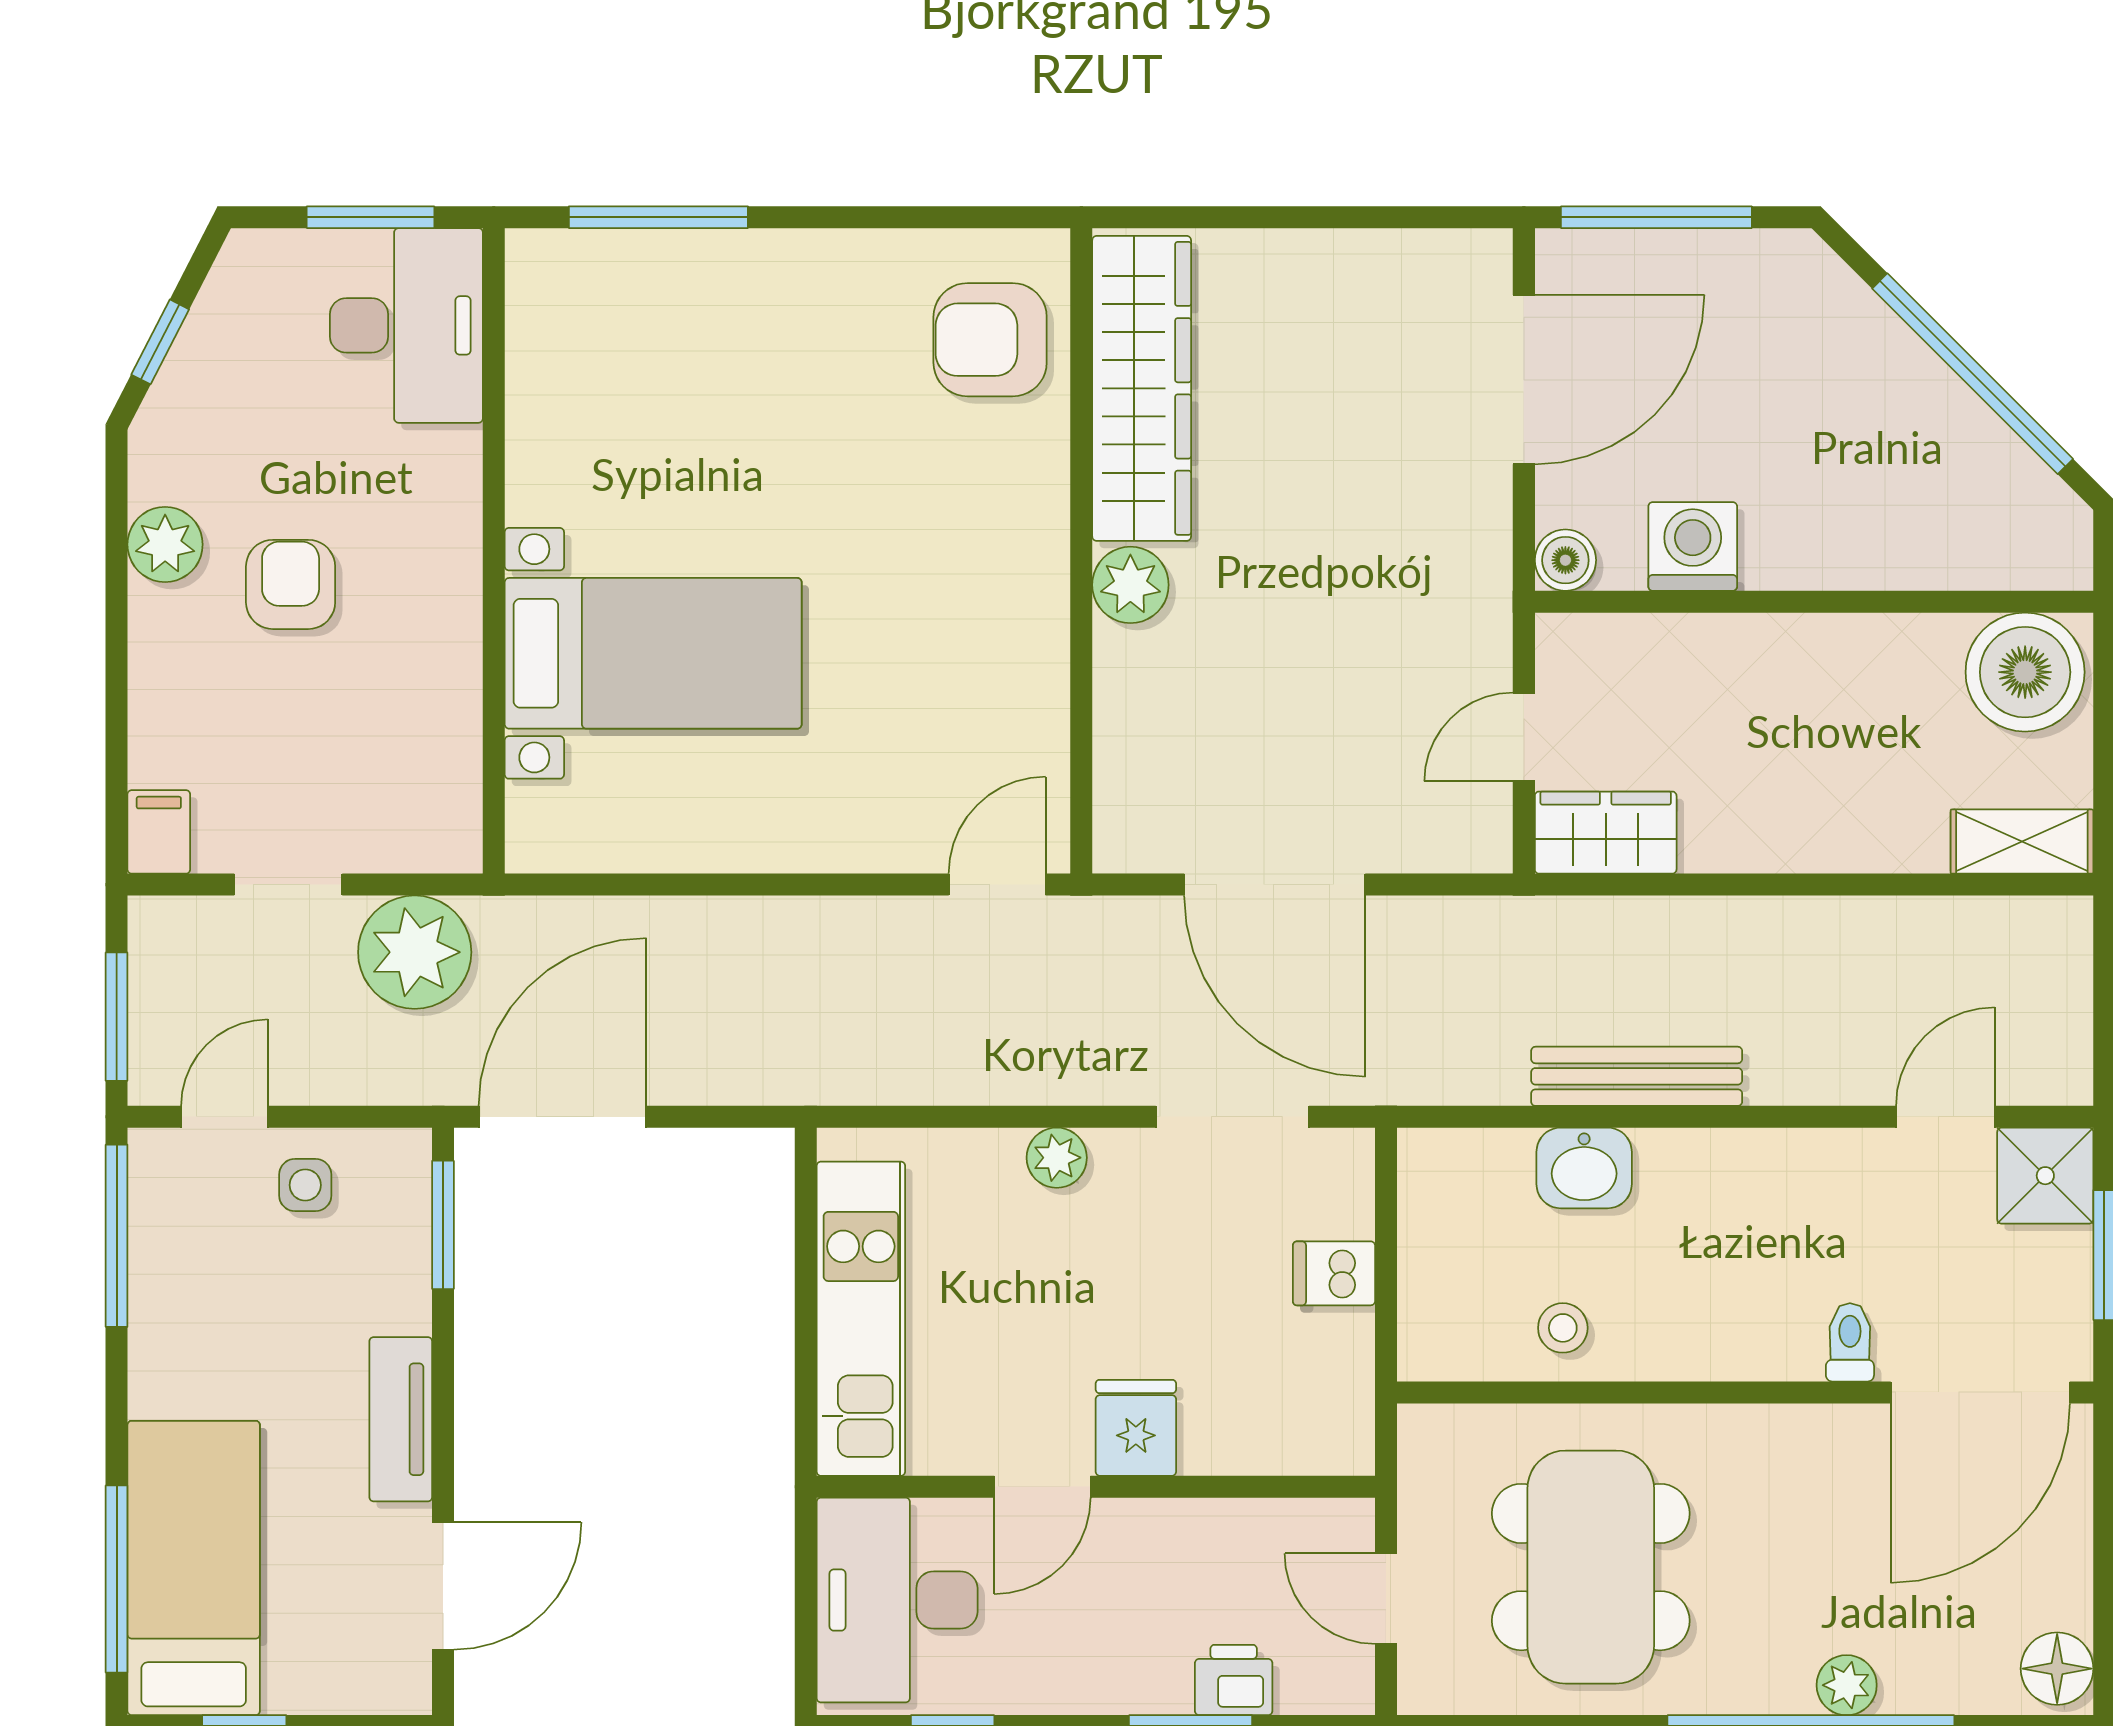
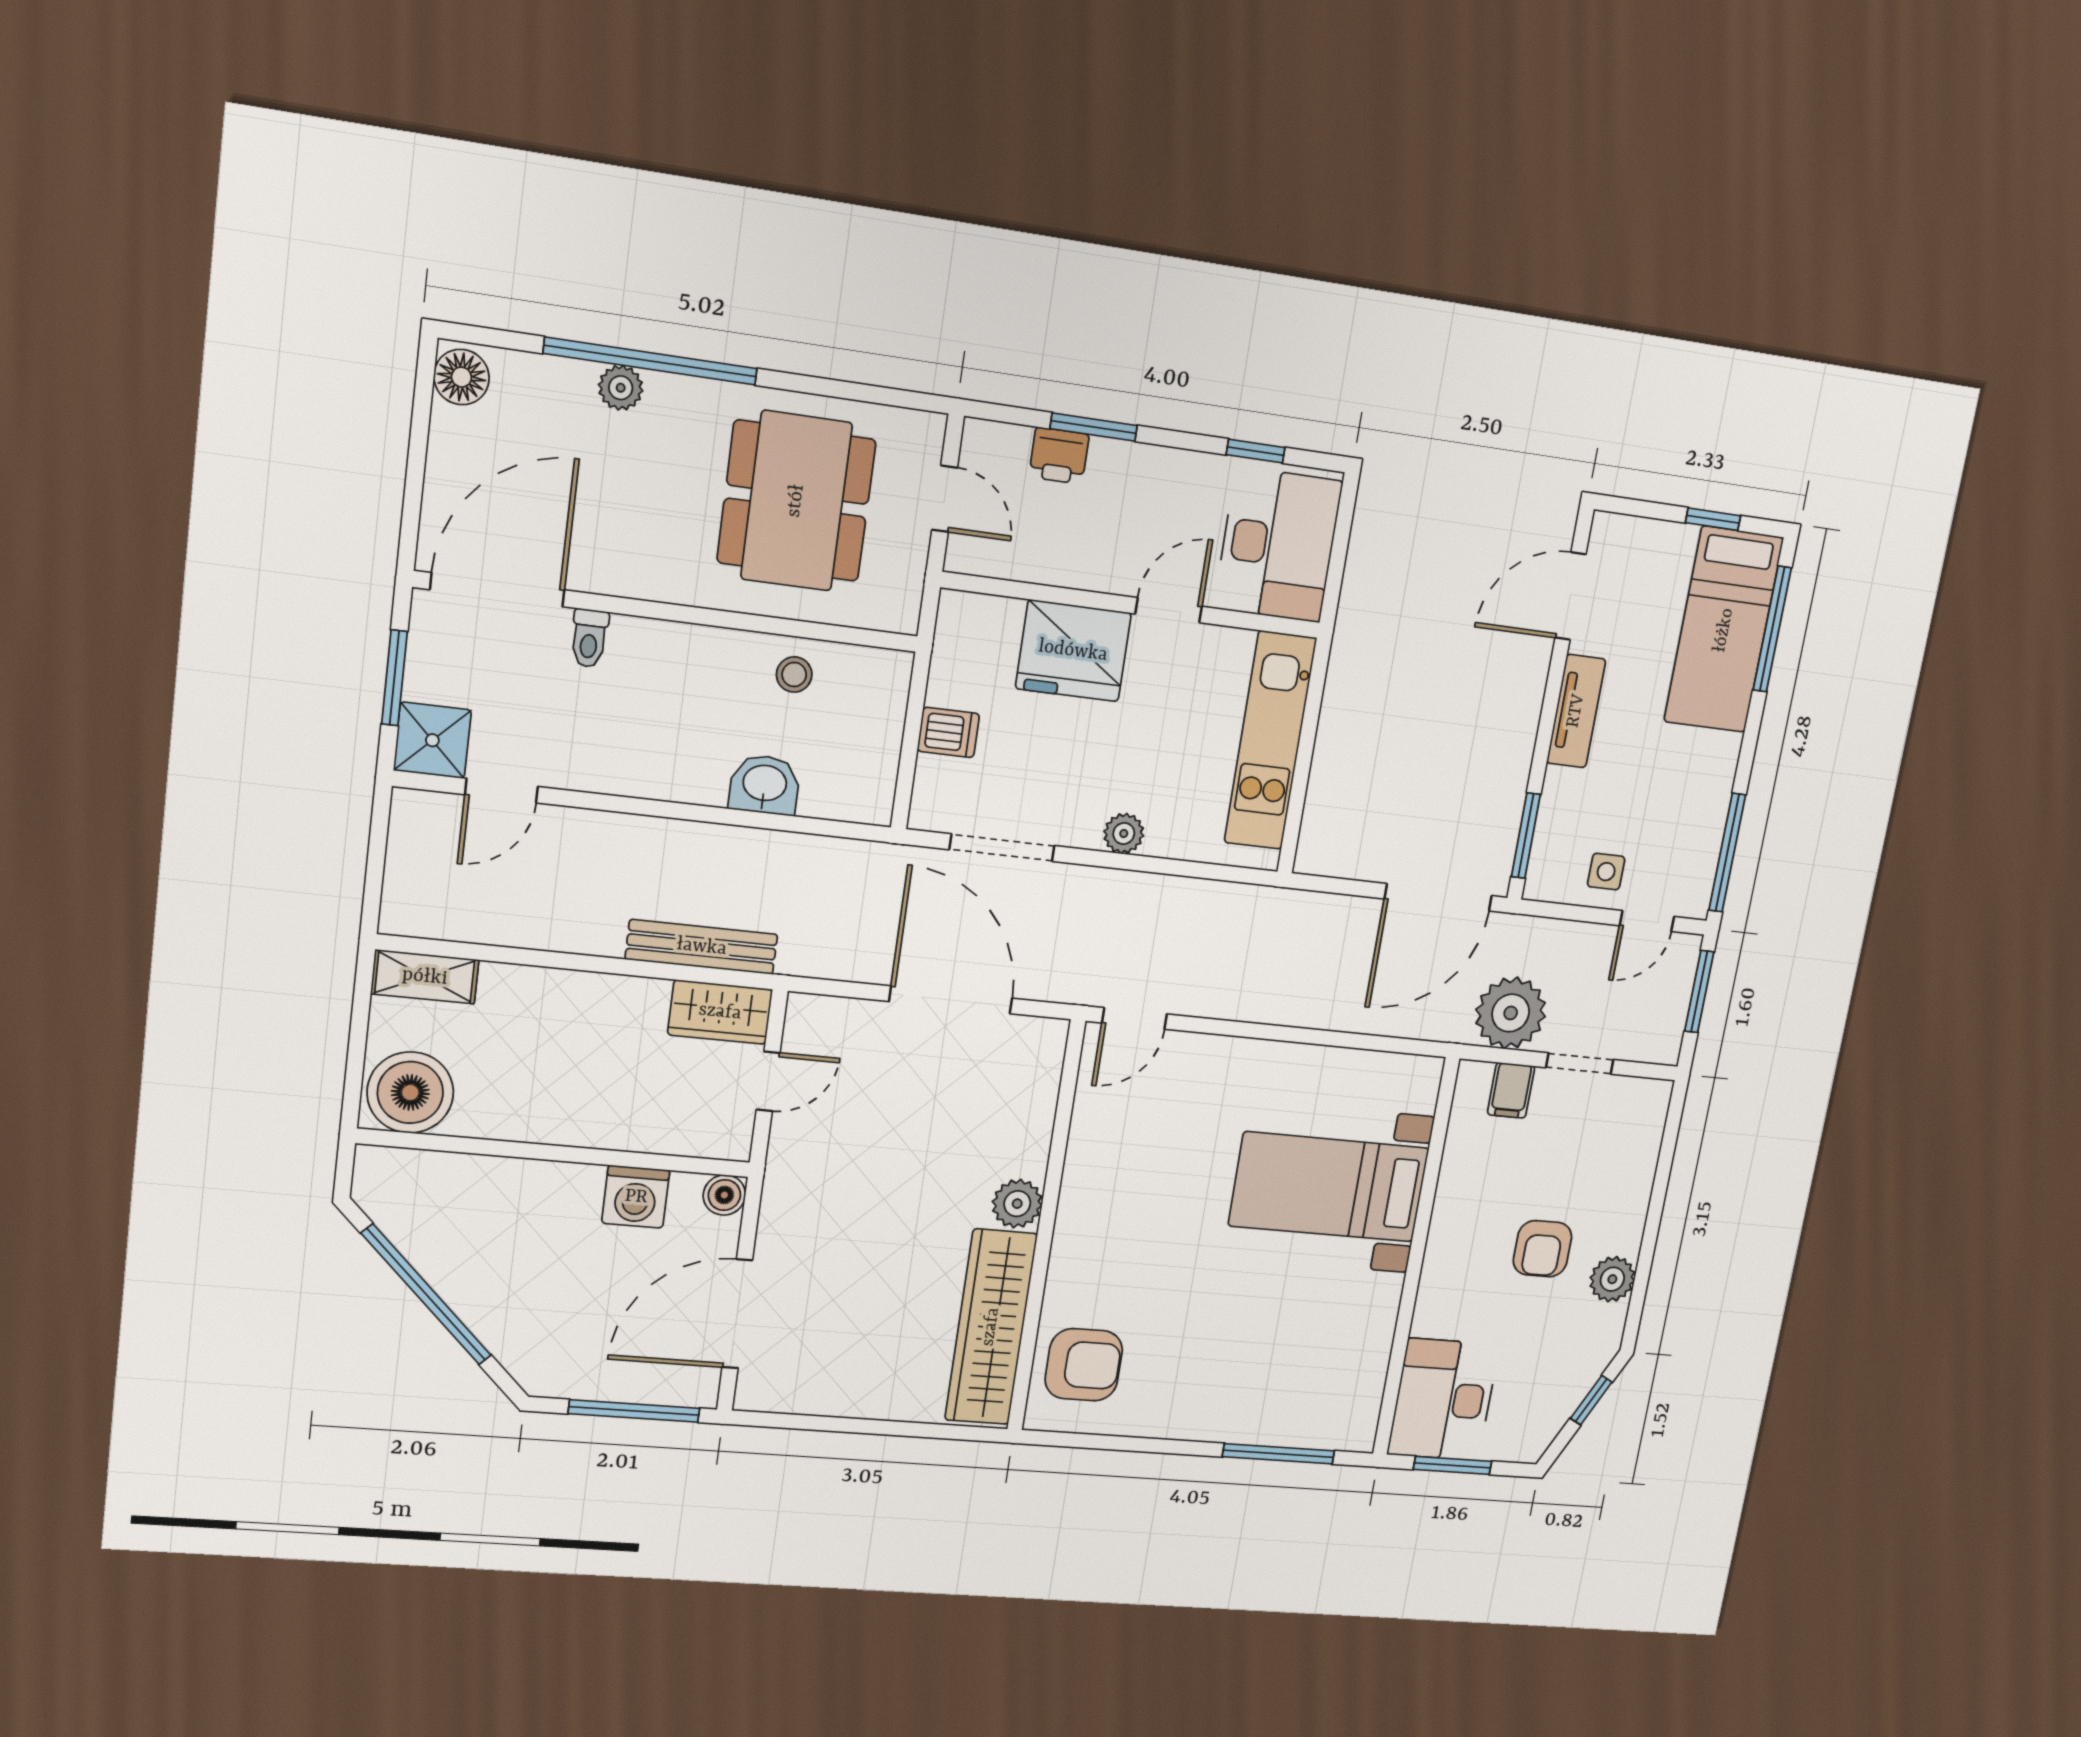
filing cabinet: (159, 832) -> (1511, 1090), moved
bench: (1637, 1076) -> (702, 947), moved
fridge: (1136, 1428) -> (1073, 651), width x1.88, depth x1.34

